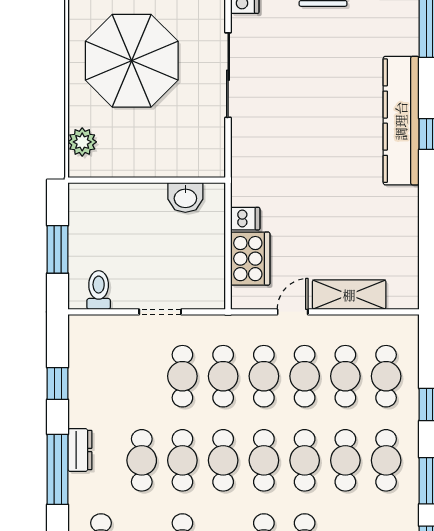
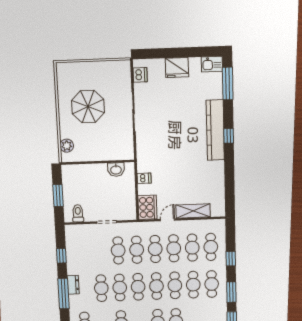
parasol: (132, 61) -> (88, 107), width x0.73, depth x0.73
cooker: (250, 259) -> (147, 207), moved

